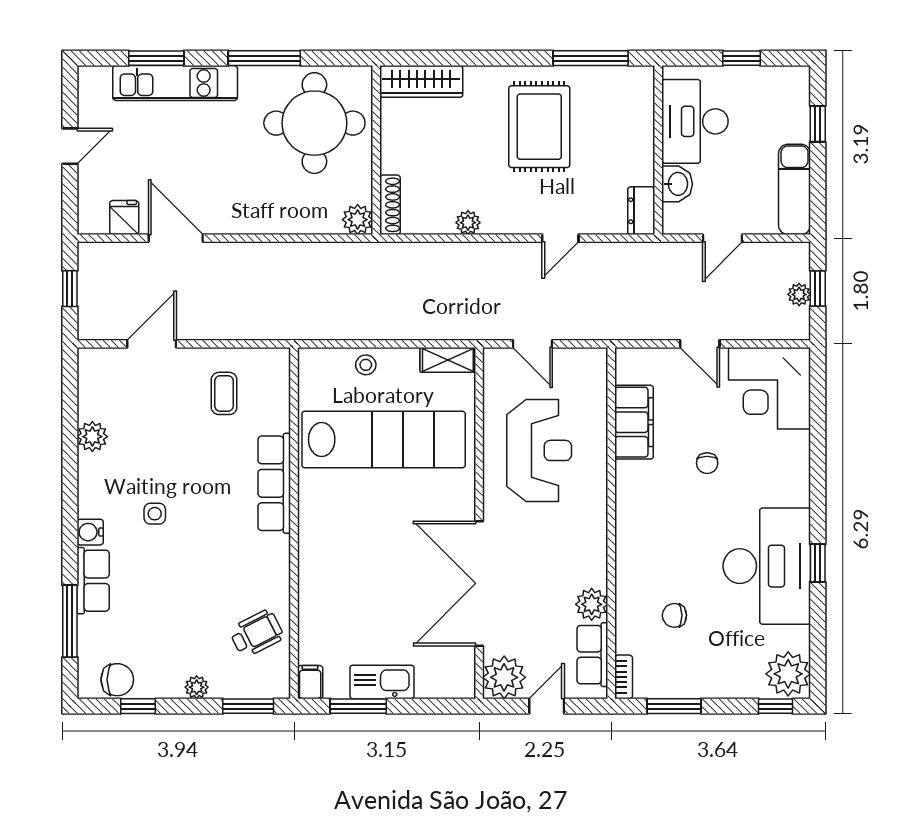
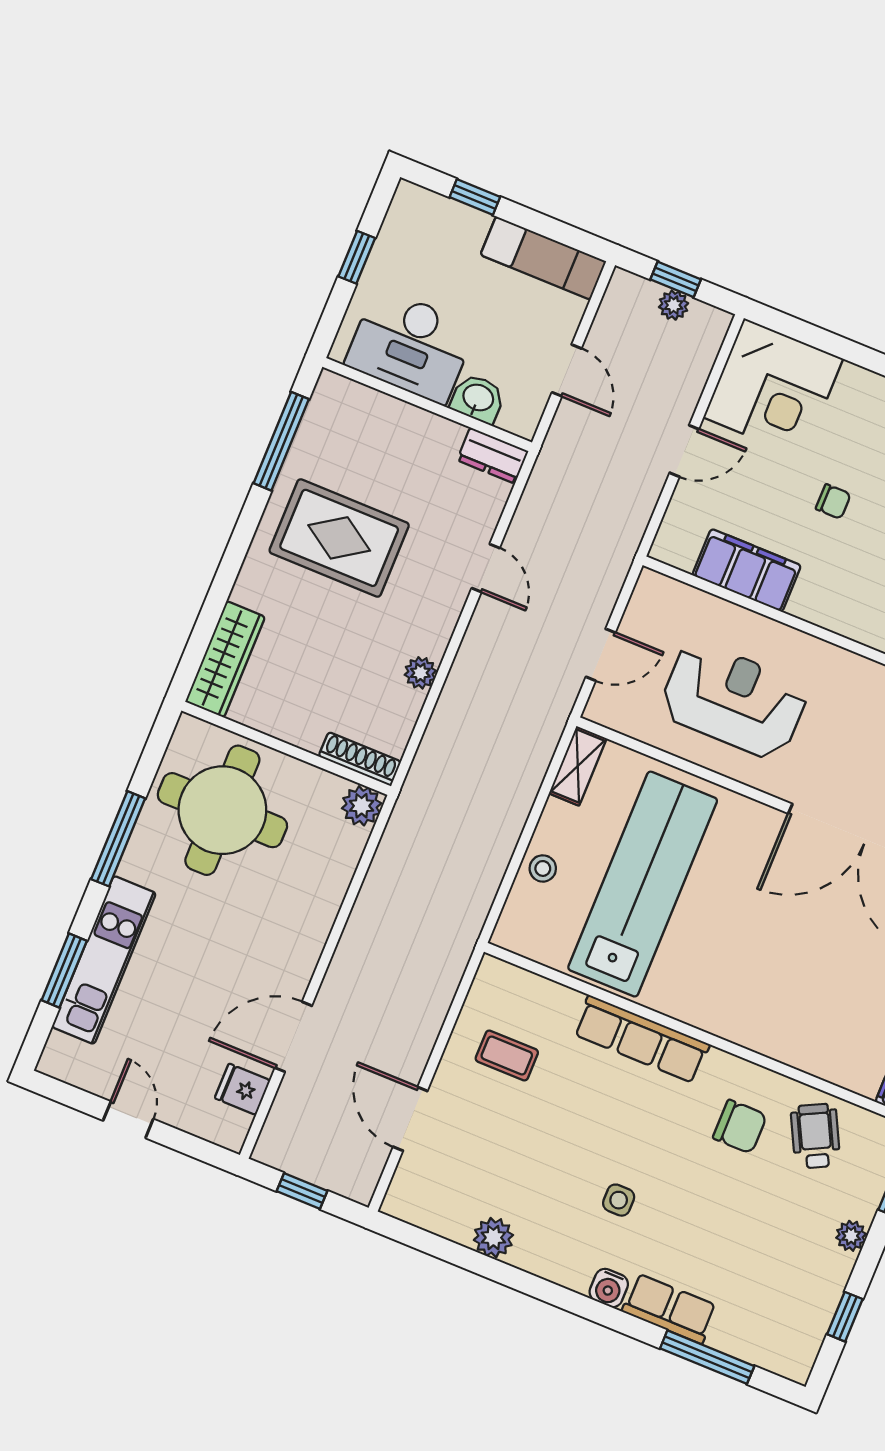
chair: (117, 680) -> (740, 1127), moved, turned 90

